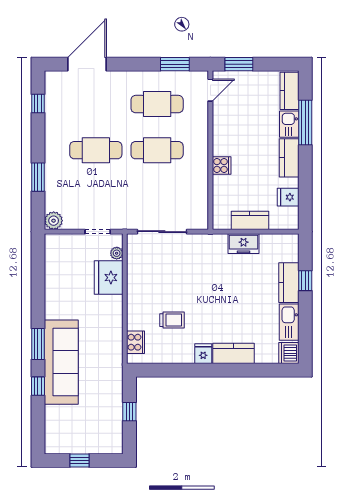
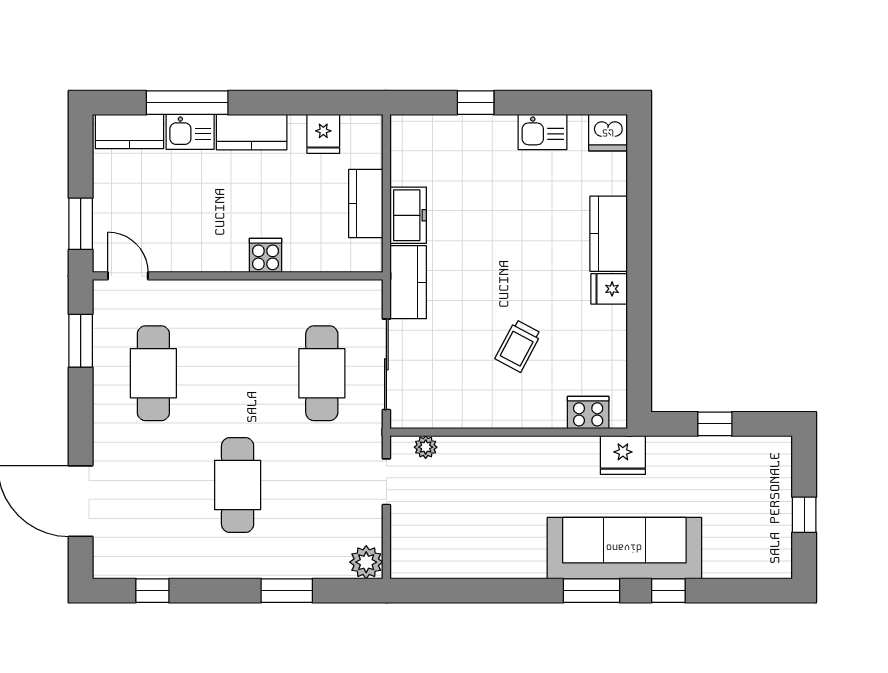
cafe table: (157, 150) -> (322, 373), moved
fridge: (109, 278) -> (623, 455), moved, width x0.73, depth x0.75
kitchen counter: (289, 283) -> (408, 282), moved, turned -90
trolley: (172, 320) -> (518, 346), moved, turned -152
kitchen sink: (289, 322) -> (542, 132), width x0.73

